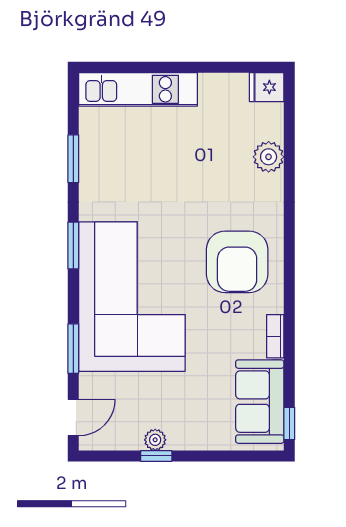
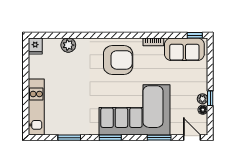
floor lamp: (132, 441) -> (203, 110), added

